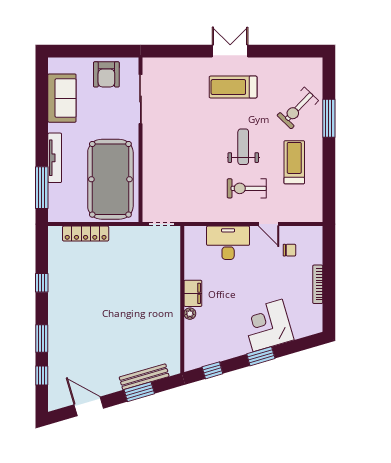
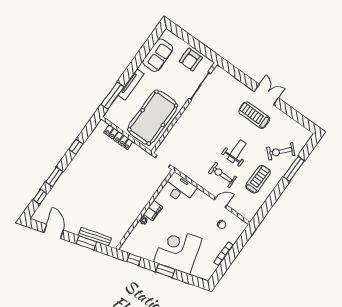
door: (269, 224) -> (221, 203), swing flipped
desk: (228, 243) -> (179, 188), moved
corner desk: (268, 325) -> (178, 250), width x1.36, depth x1.36

